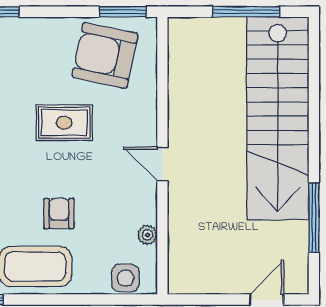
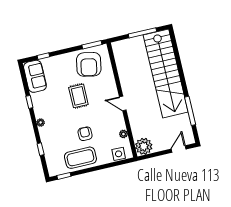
armchair: (105, 55) -> (89, 64), turned -91
rug: (64, 123) -> (78, 96), turned 90
plant: (188, 274) -> (144, 146), added

